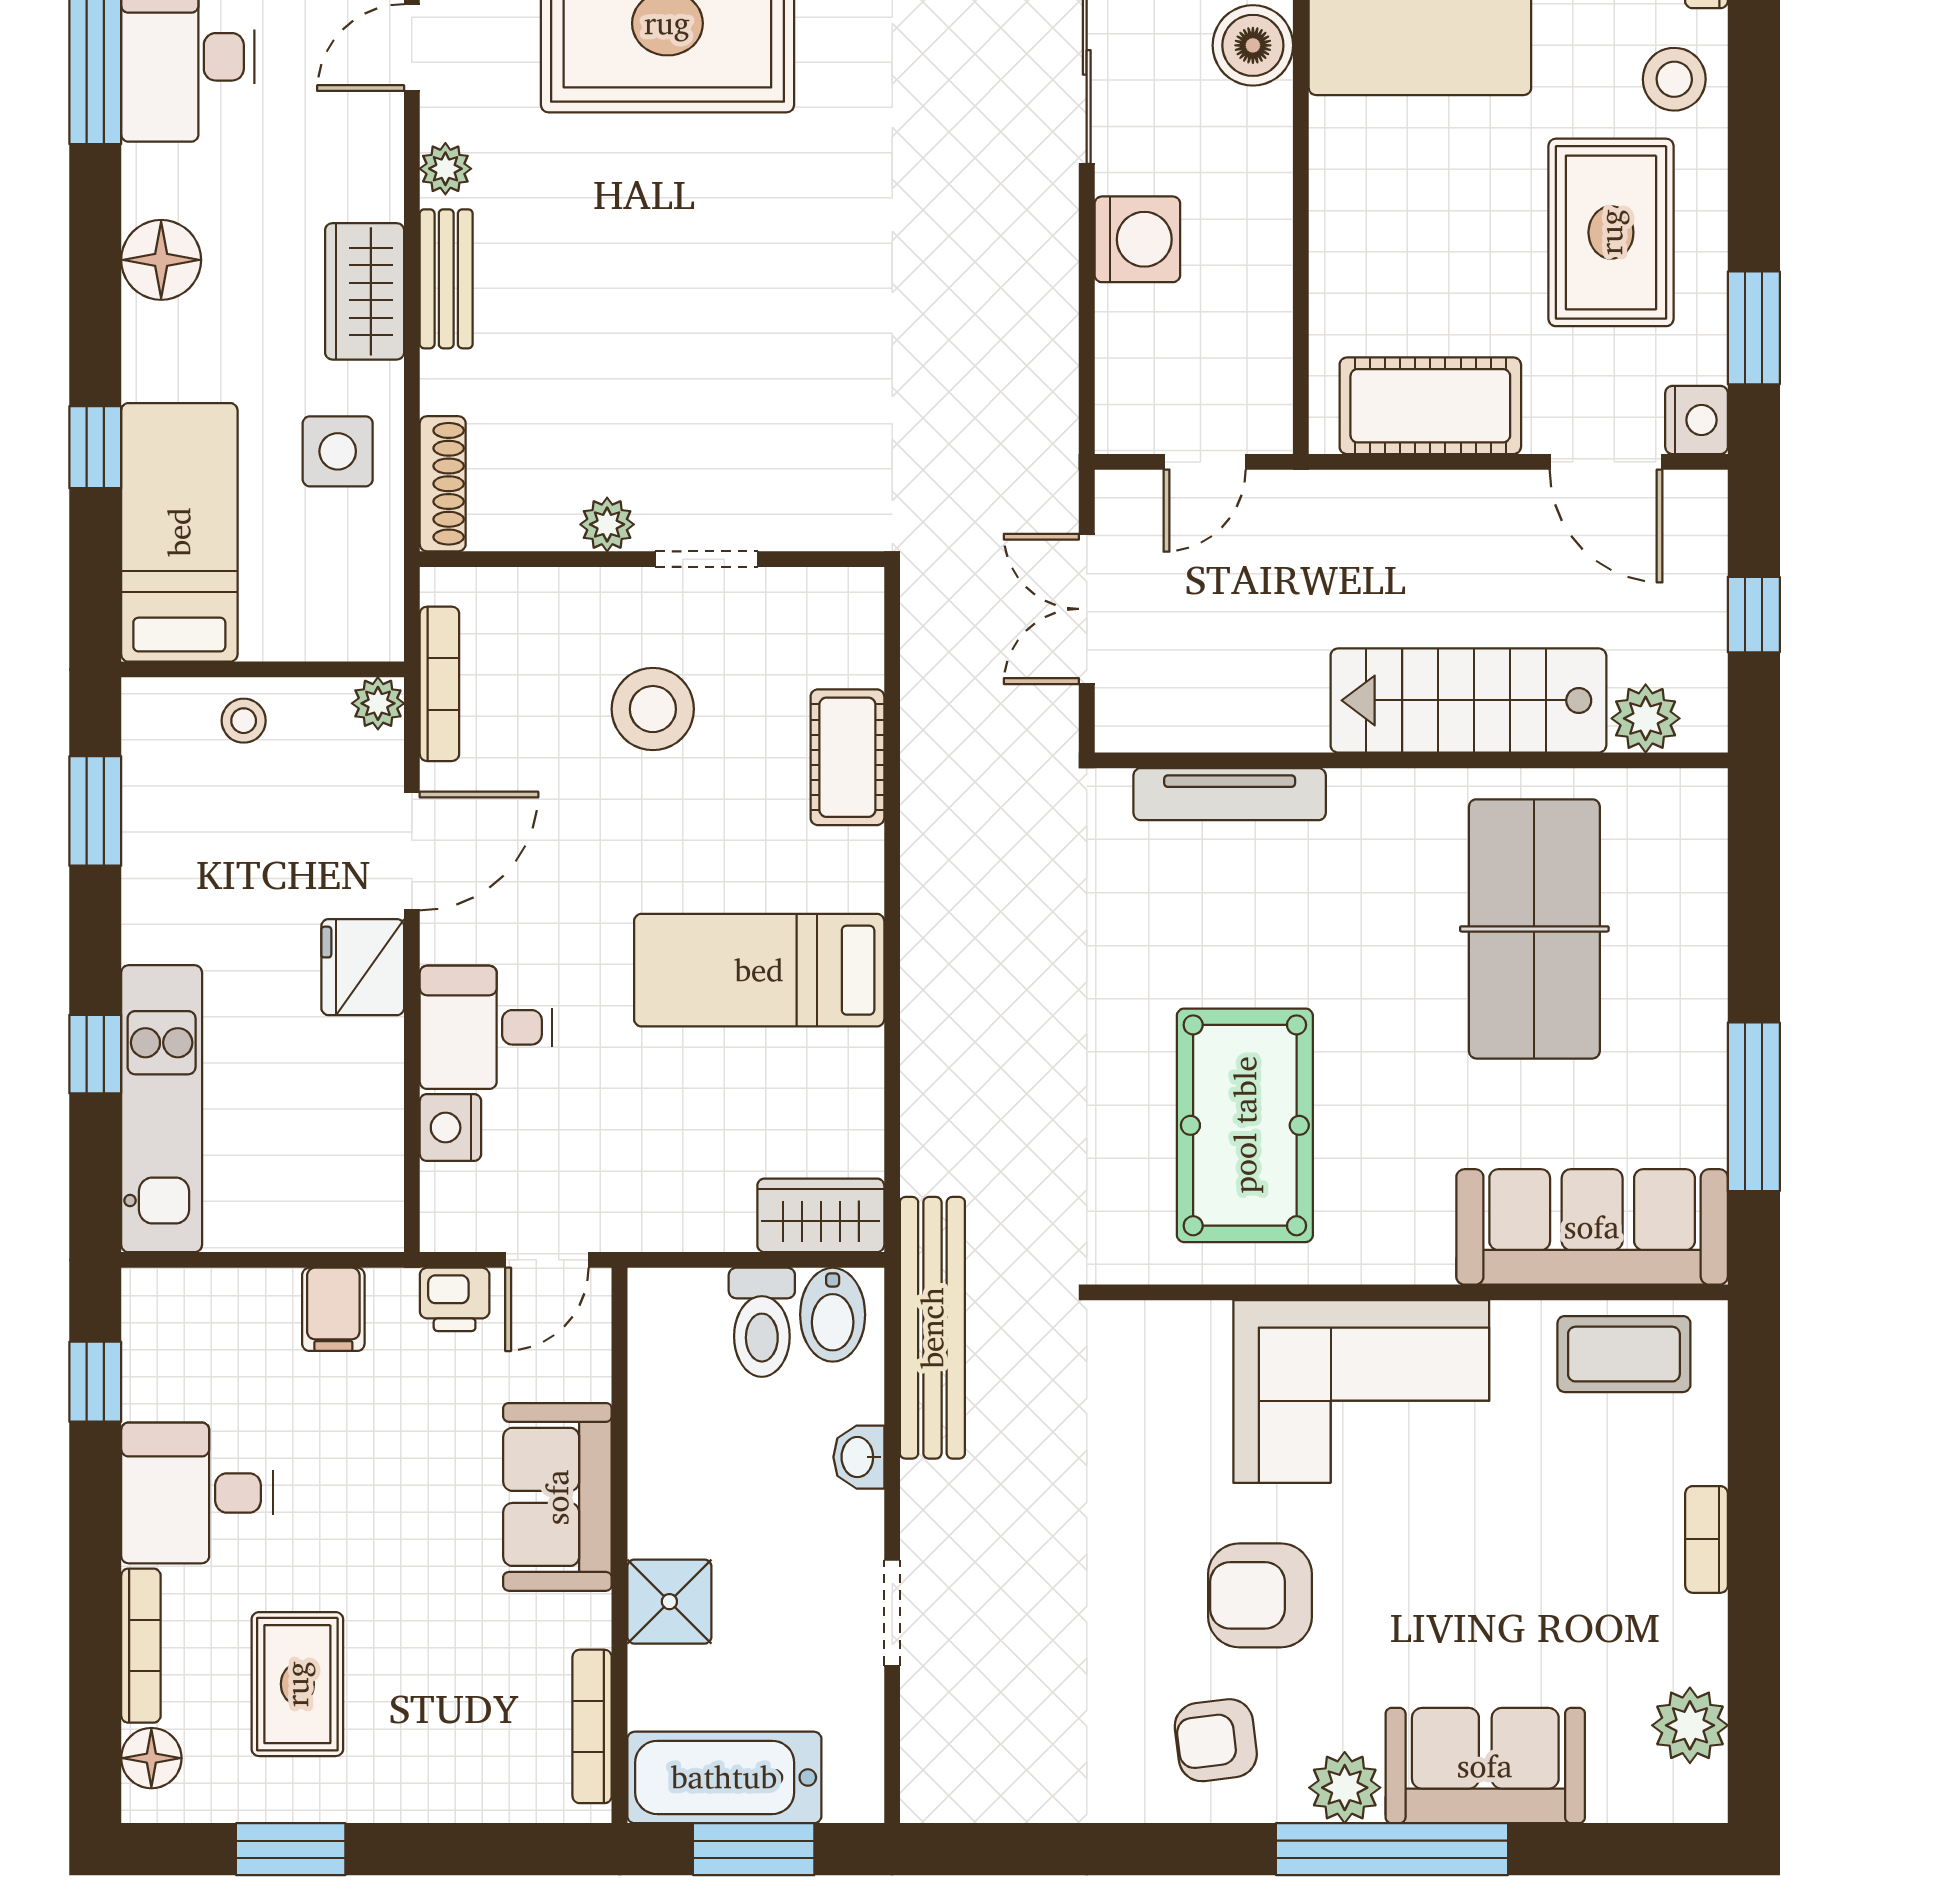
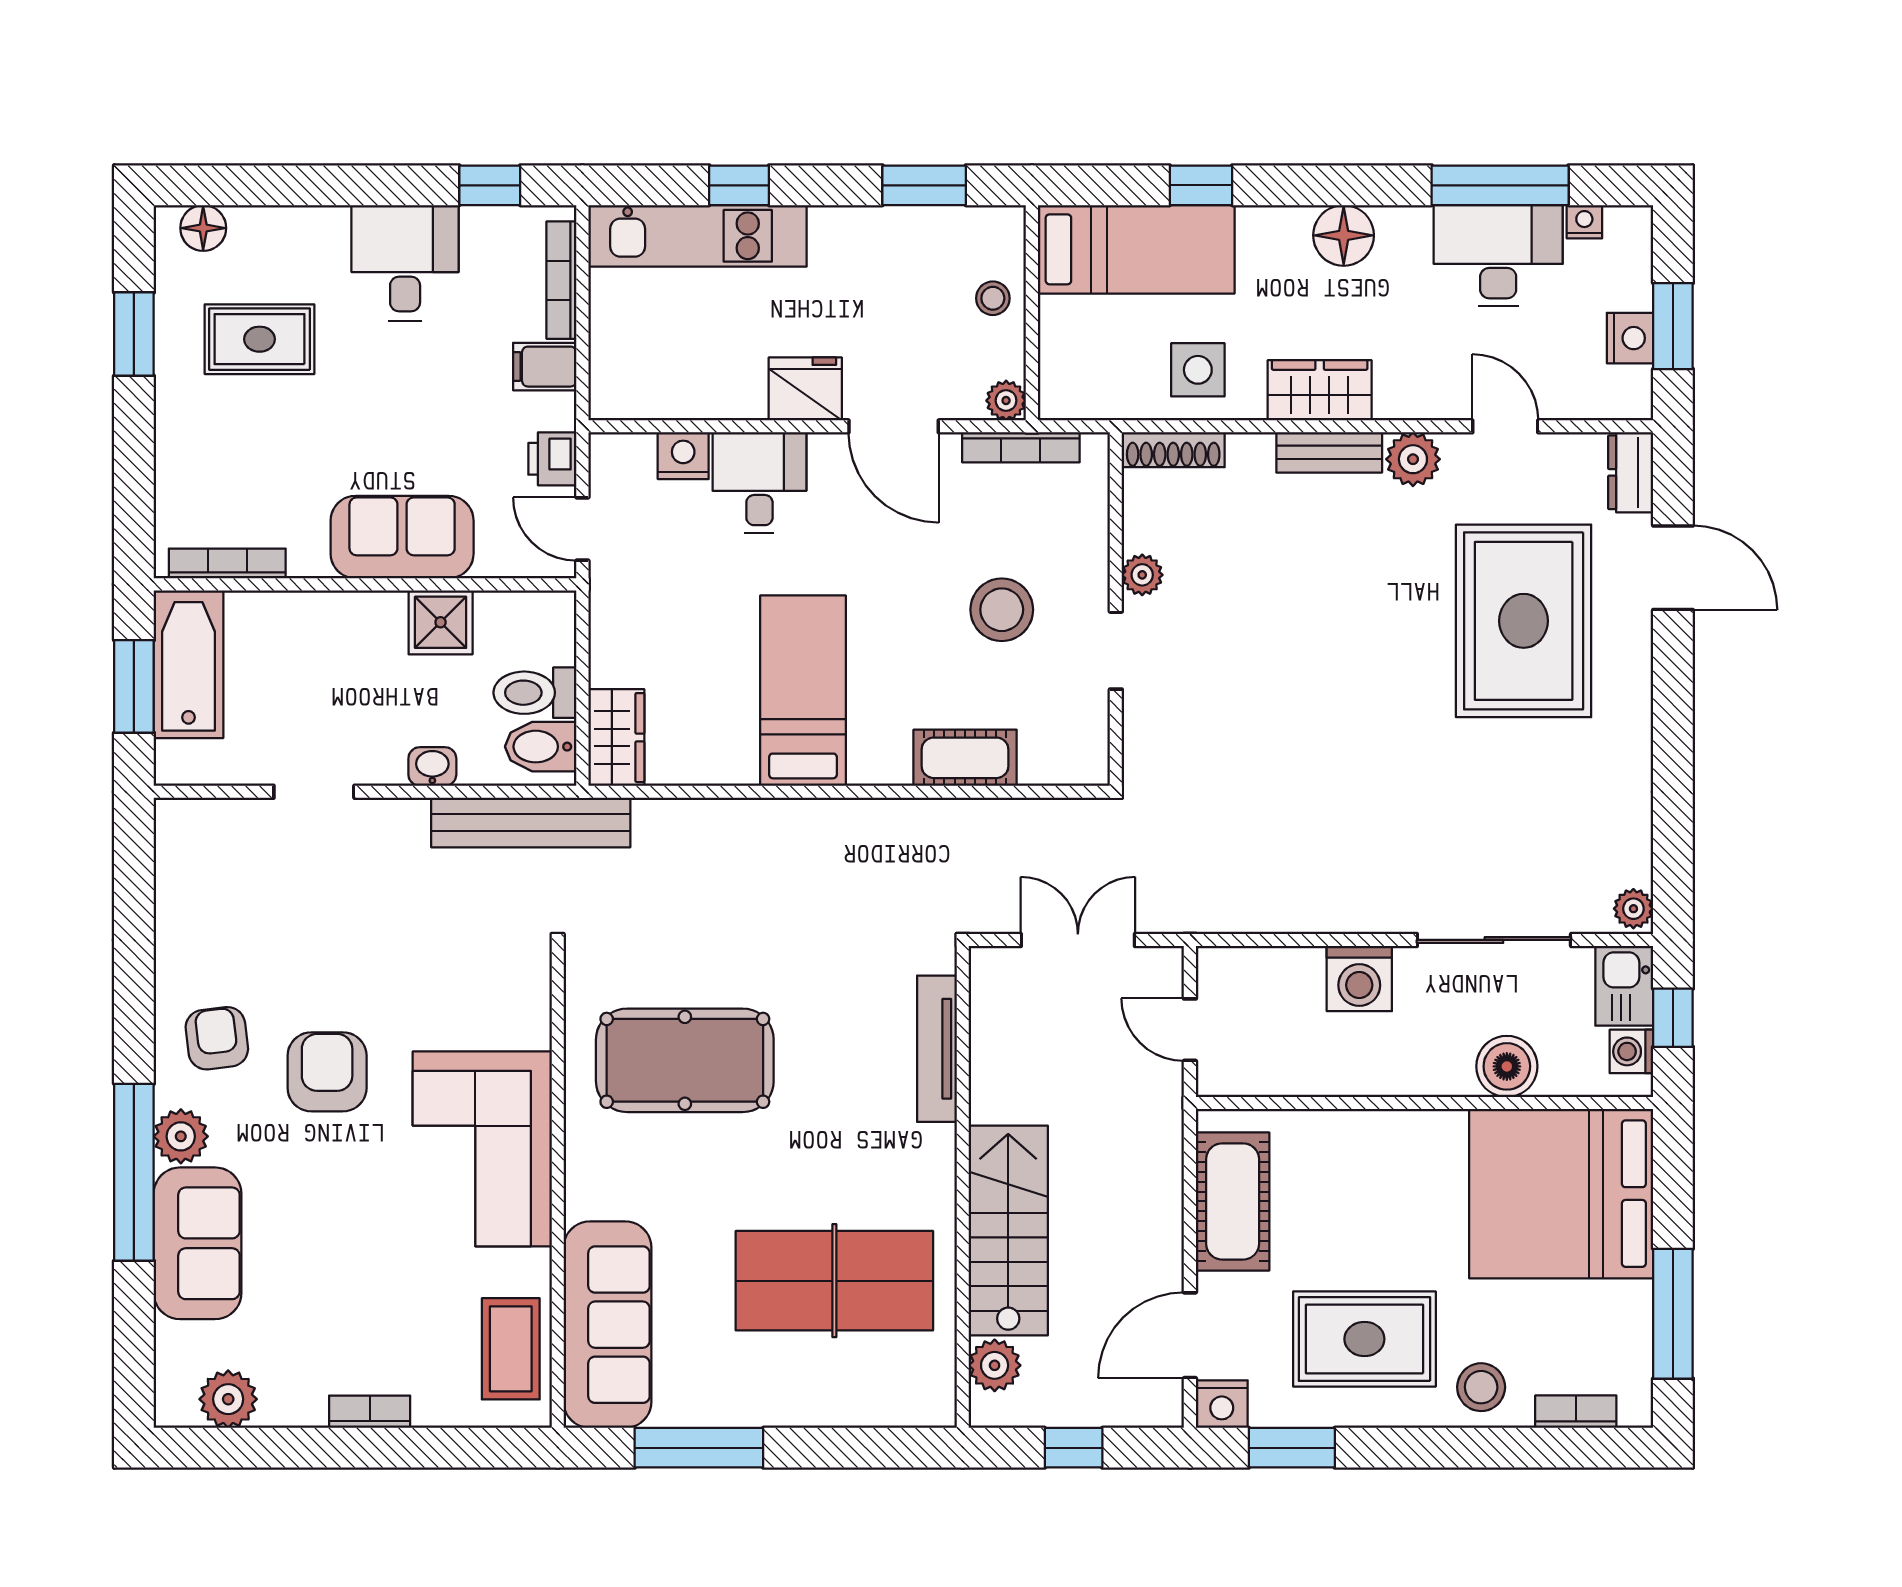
plant: (445, 169) -> (1413, 459), width x1.38, depth x1.38
shower: (669, 1602) -> (441, 622), moved
bookcase: (141, 1646) -> (561, 280), moved, turned 90

